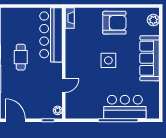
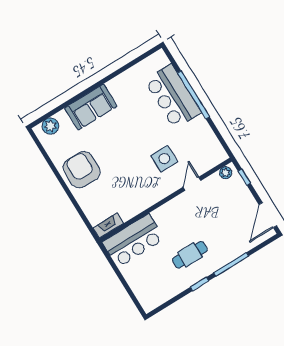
bar counter: (51, 35) -> (133, 241), width x0.73
sofa: (150, 58) -> (91, 107), width x0.73
side table: (108, 60) -> (164, 159), moved
door: (64, 85) -> (192, 184), hinge flipped

